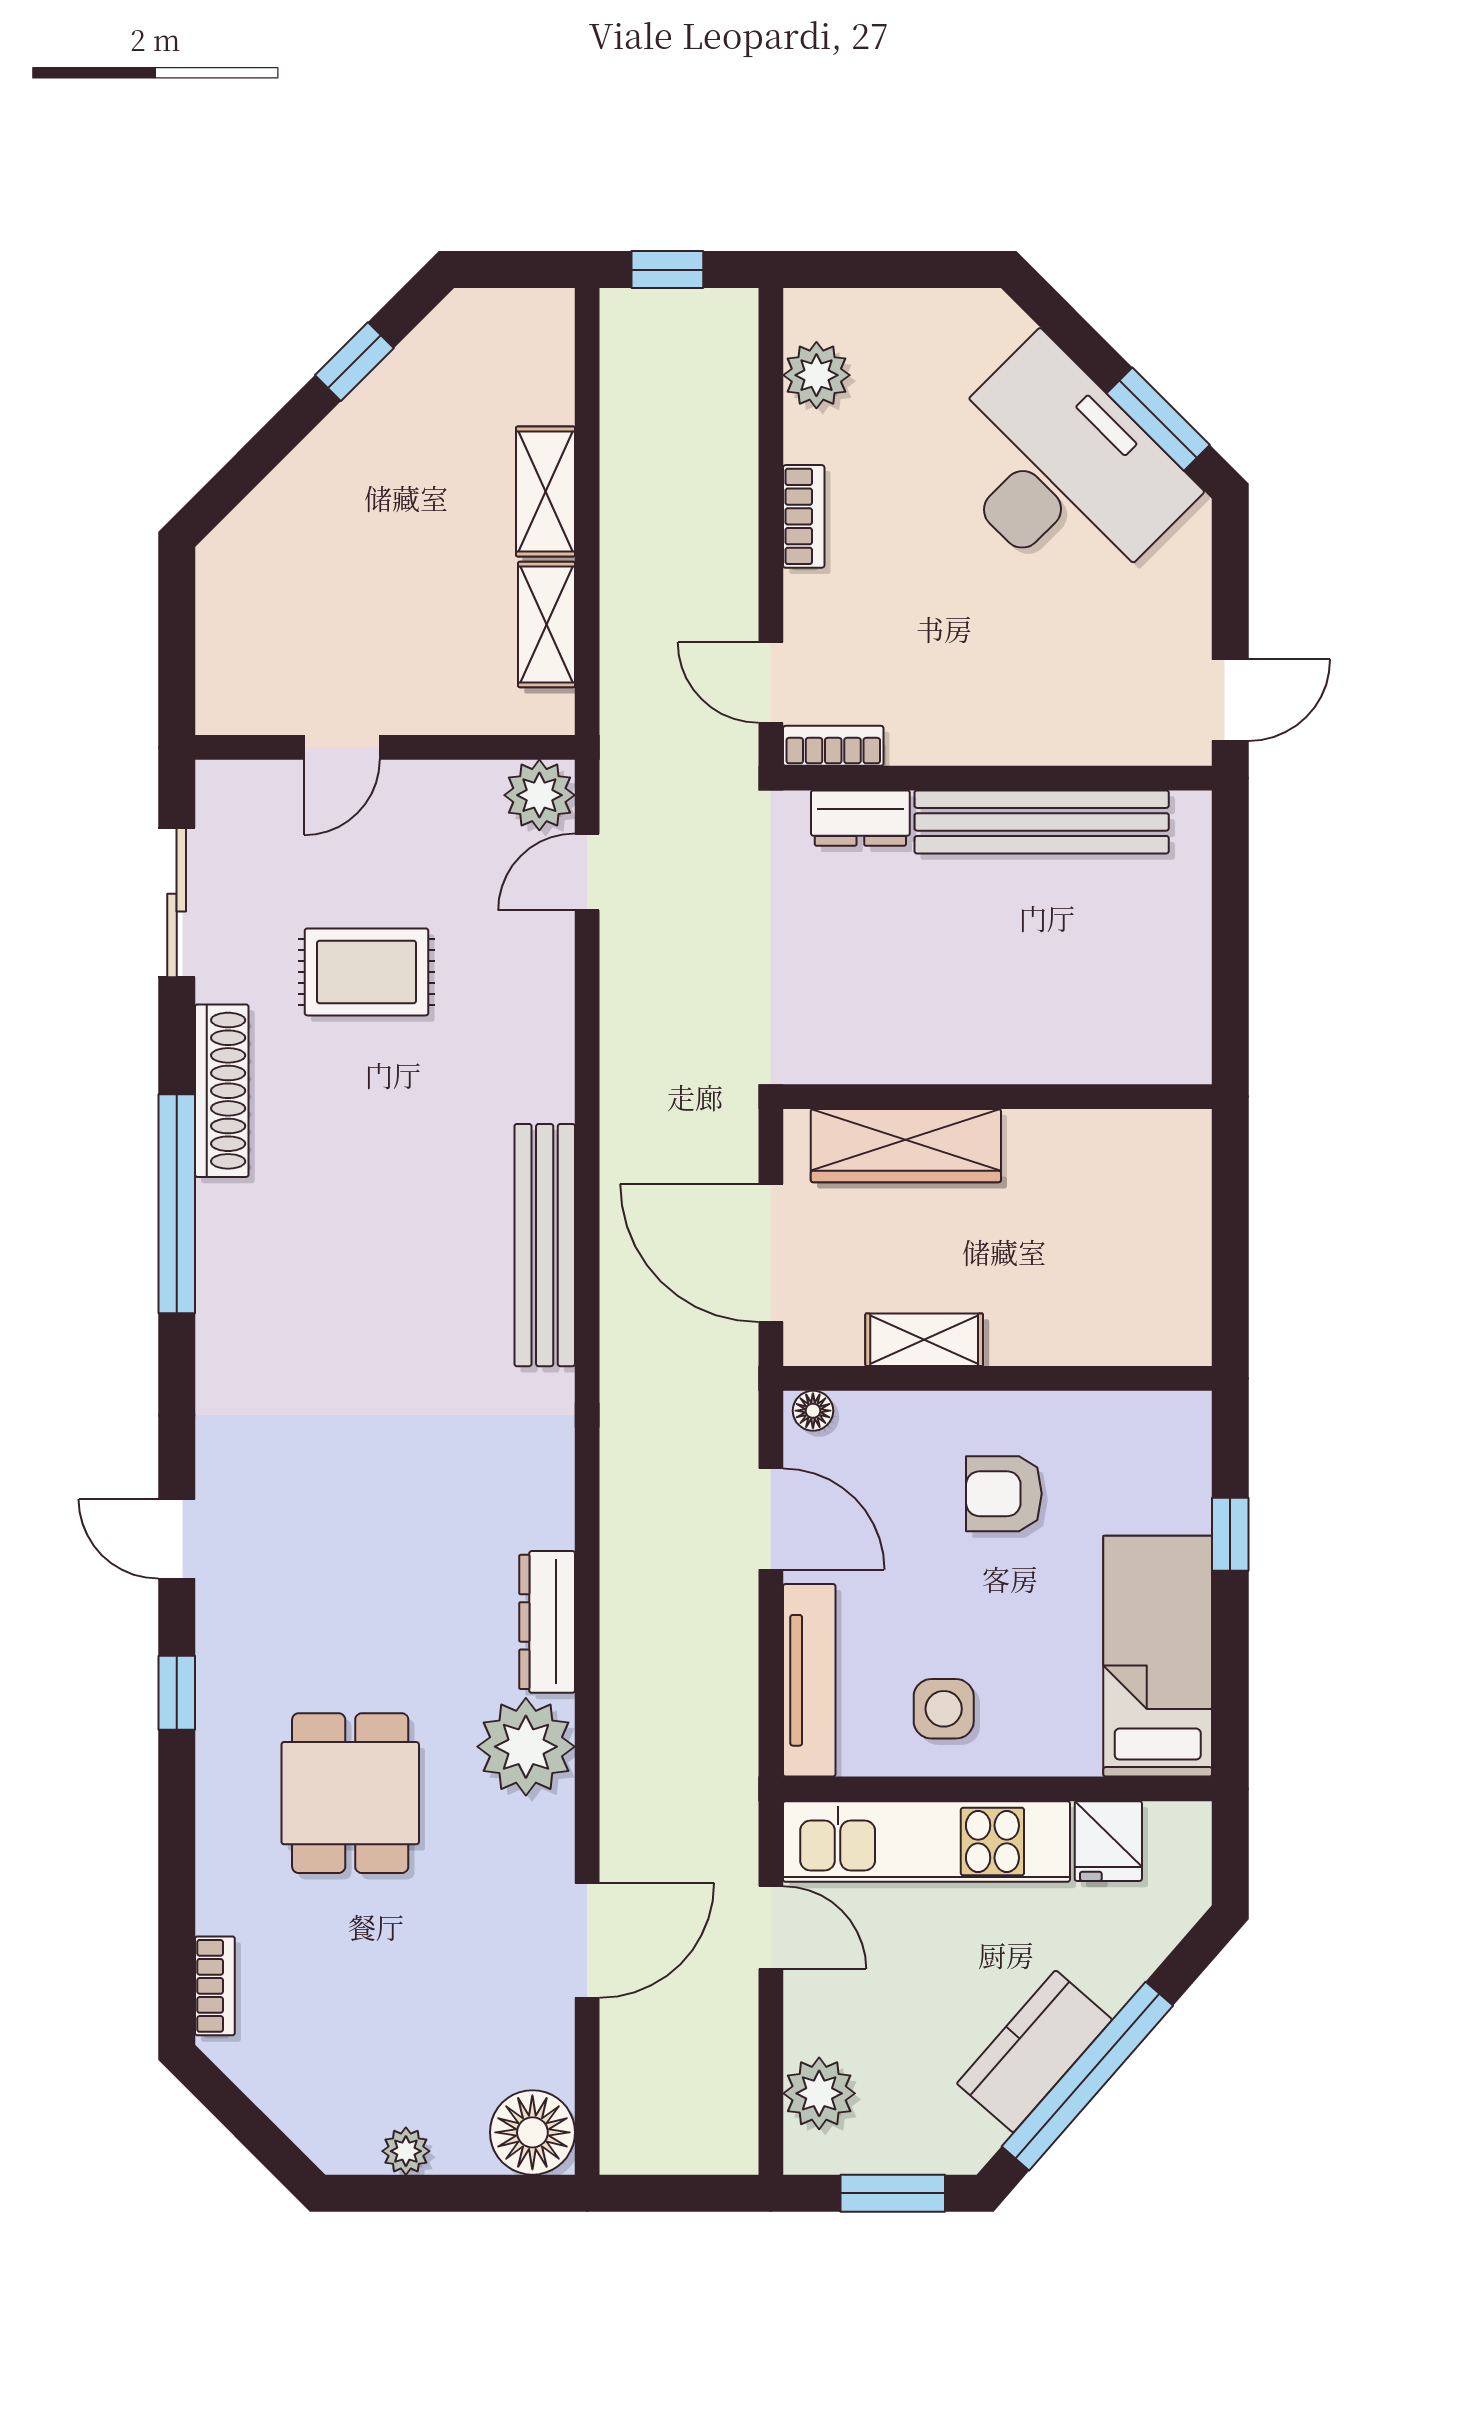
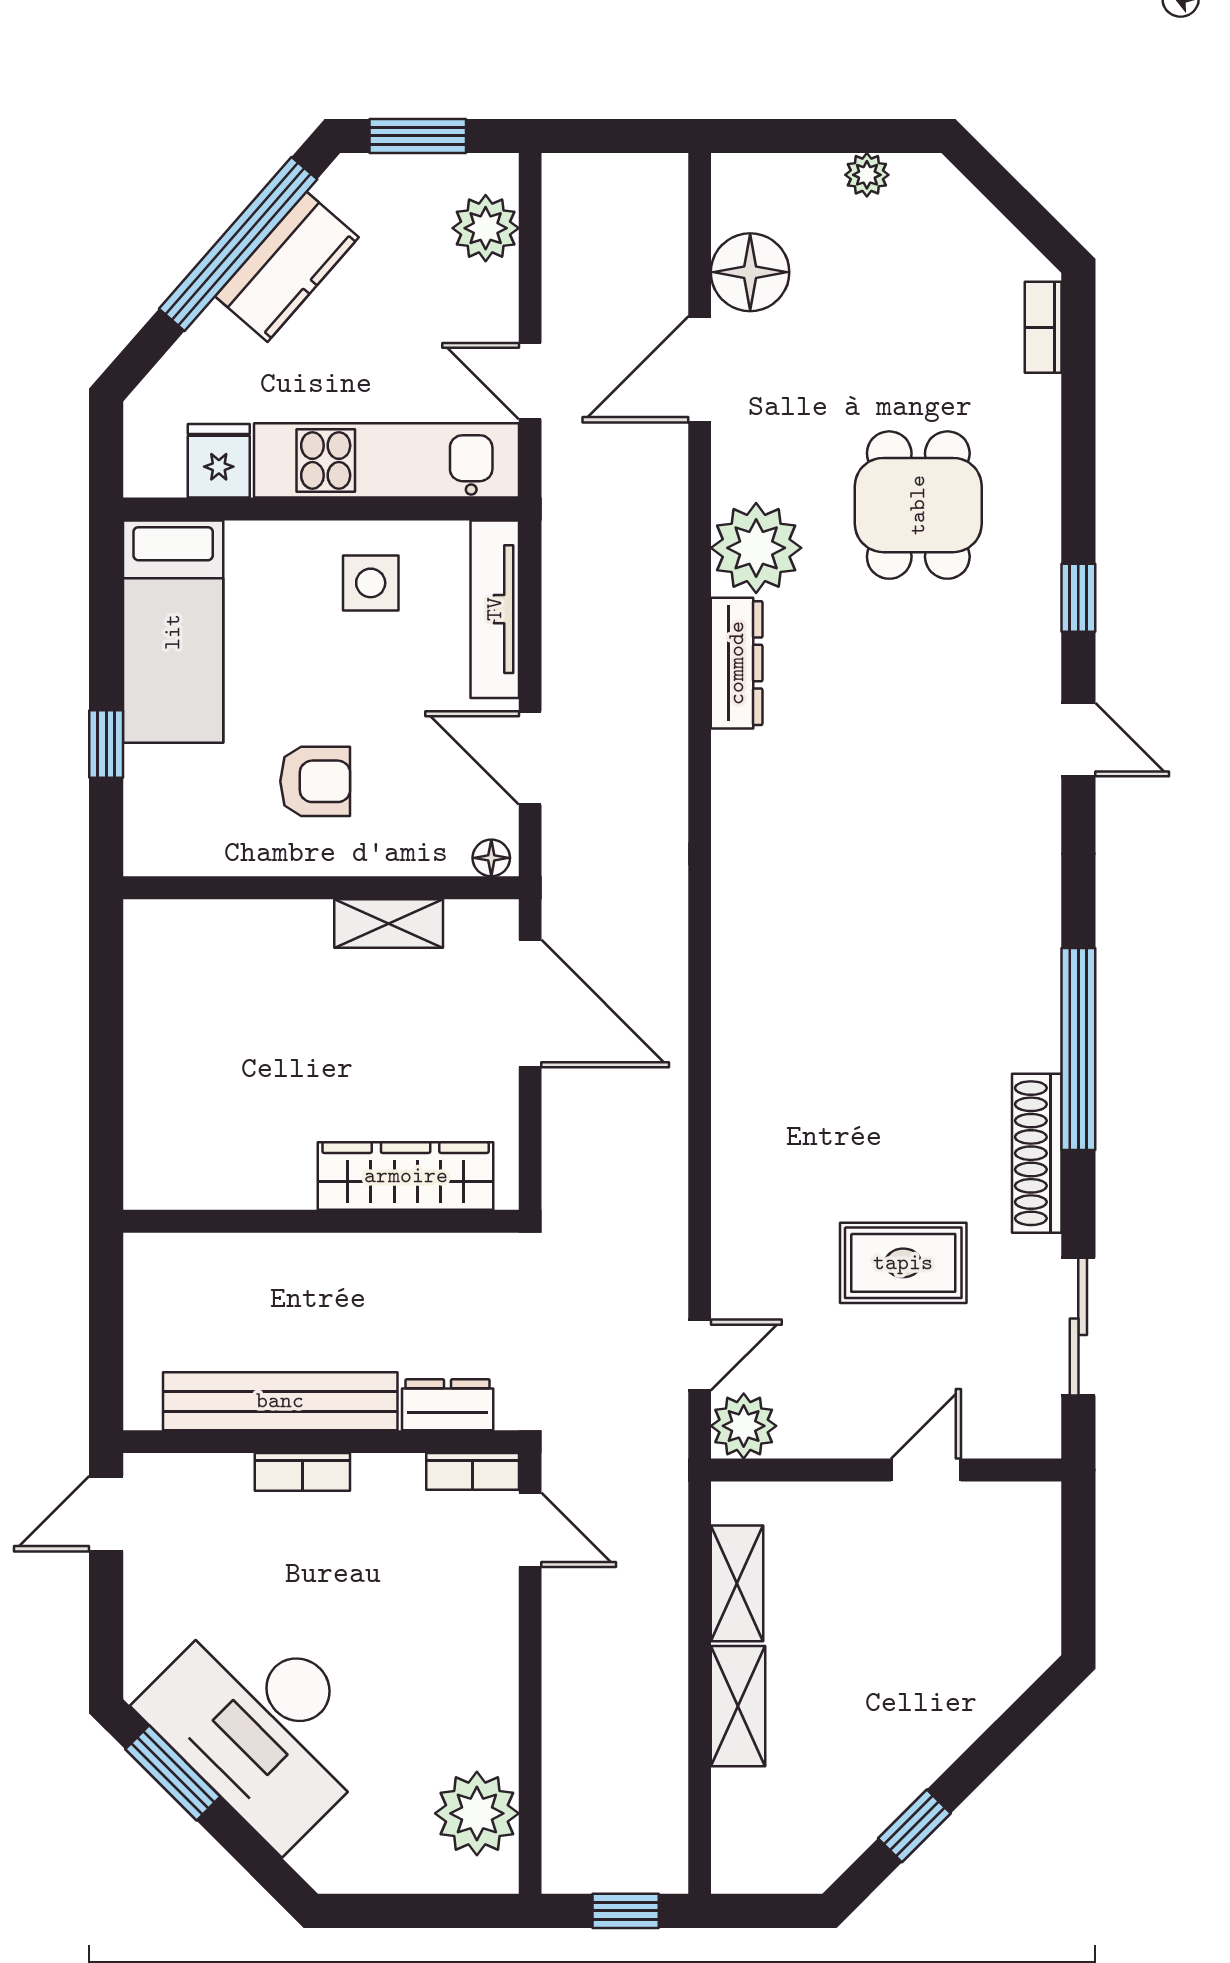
plant: (816, 375) -> (477, 1813), width x1.36, depth x1.36
bookcase: (804, 516) -> (302, 1472), moved, turned -90
wall: (998, 1097) -> (321, 1221), moved
wardrobe: (906, 1146) -> (406, 1176), moved
bench: (545, 1245) -> (739, 1011), removed
floor lamp: (532, 2132) -> (750, 272), moved

